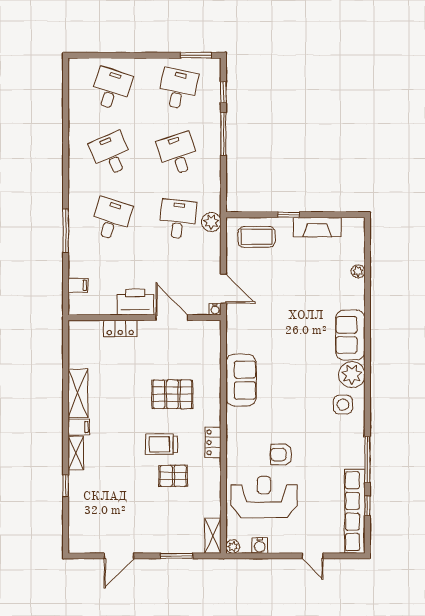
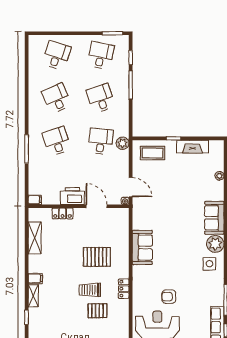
desk: (111, 219) -> (57, 141), turned -36
filing cabinet: (78, 285) -> (35, 200), moved
shelving: (78, 393) -> (35, 238), moved

